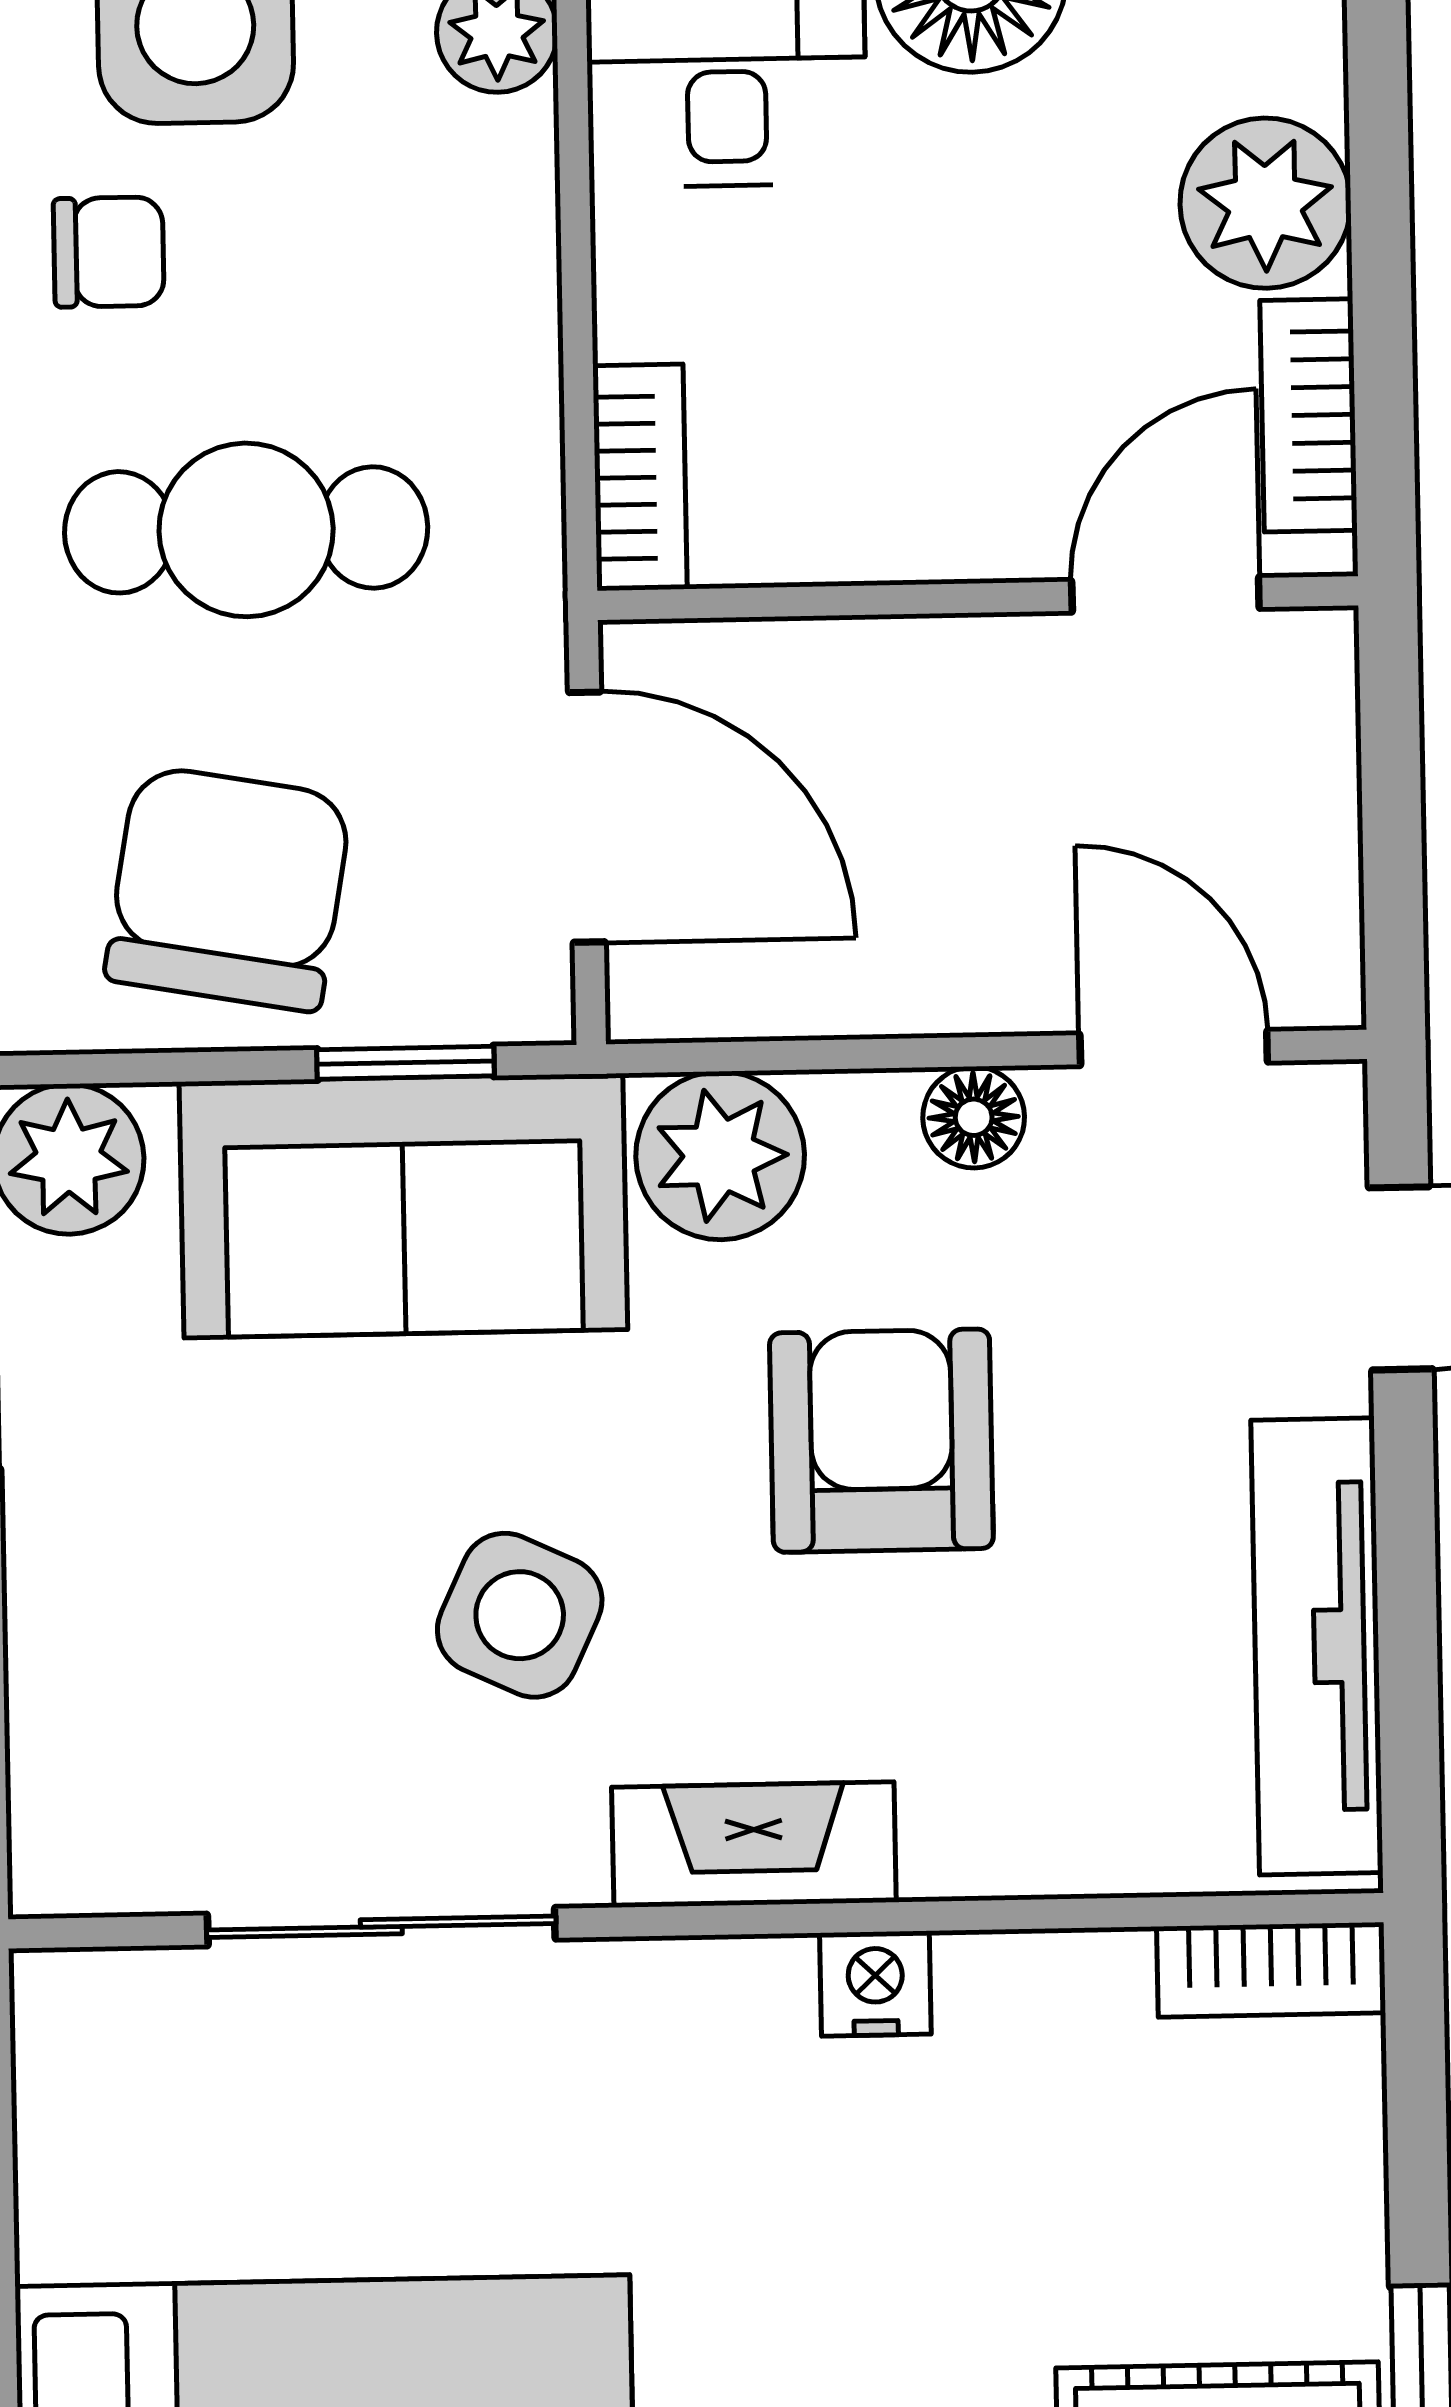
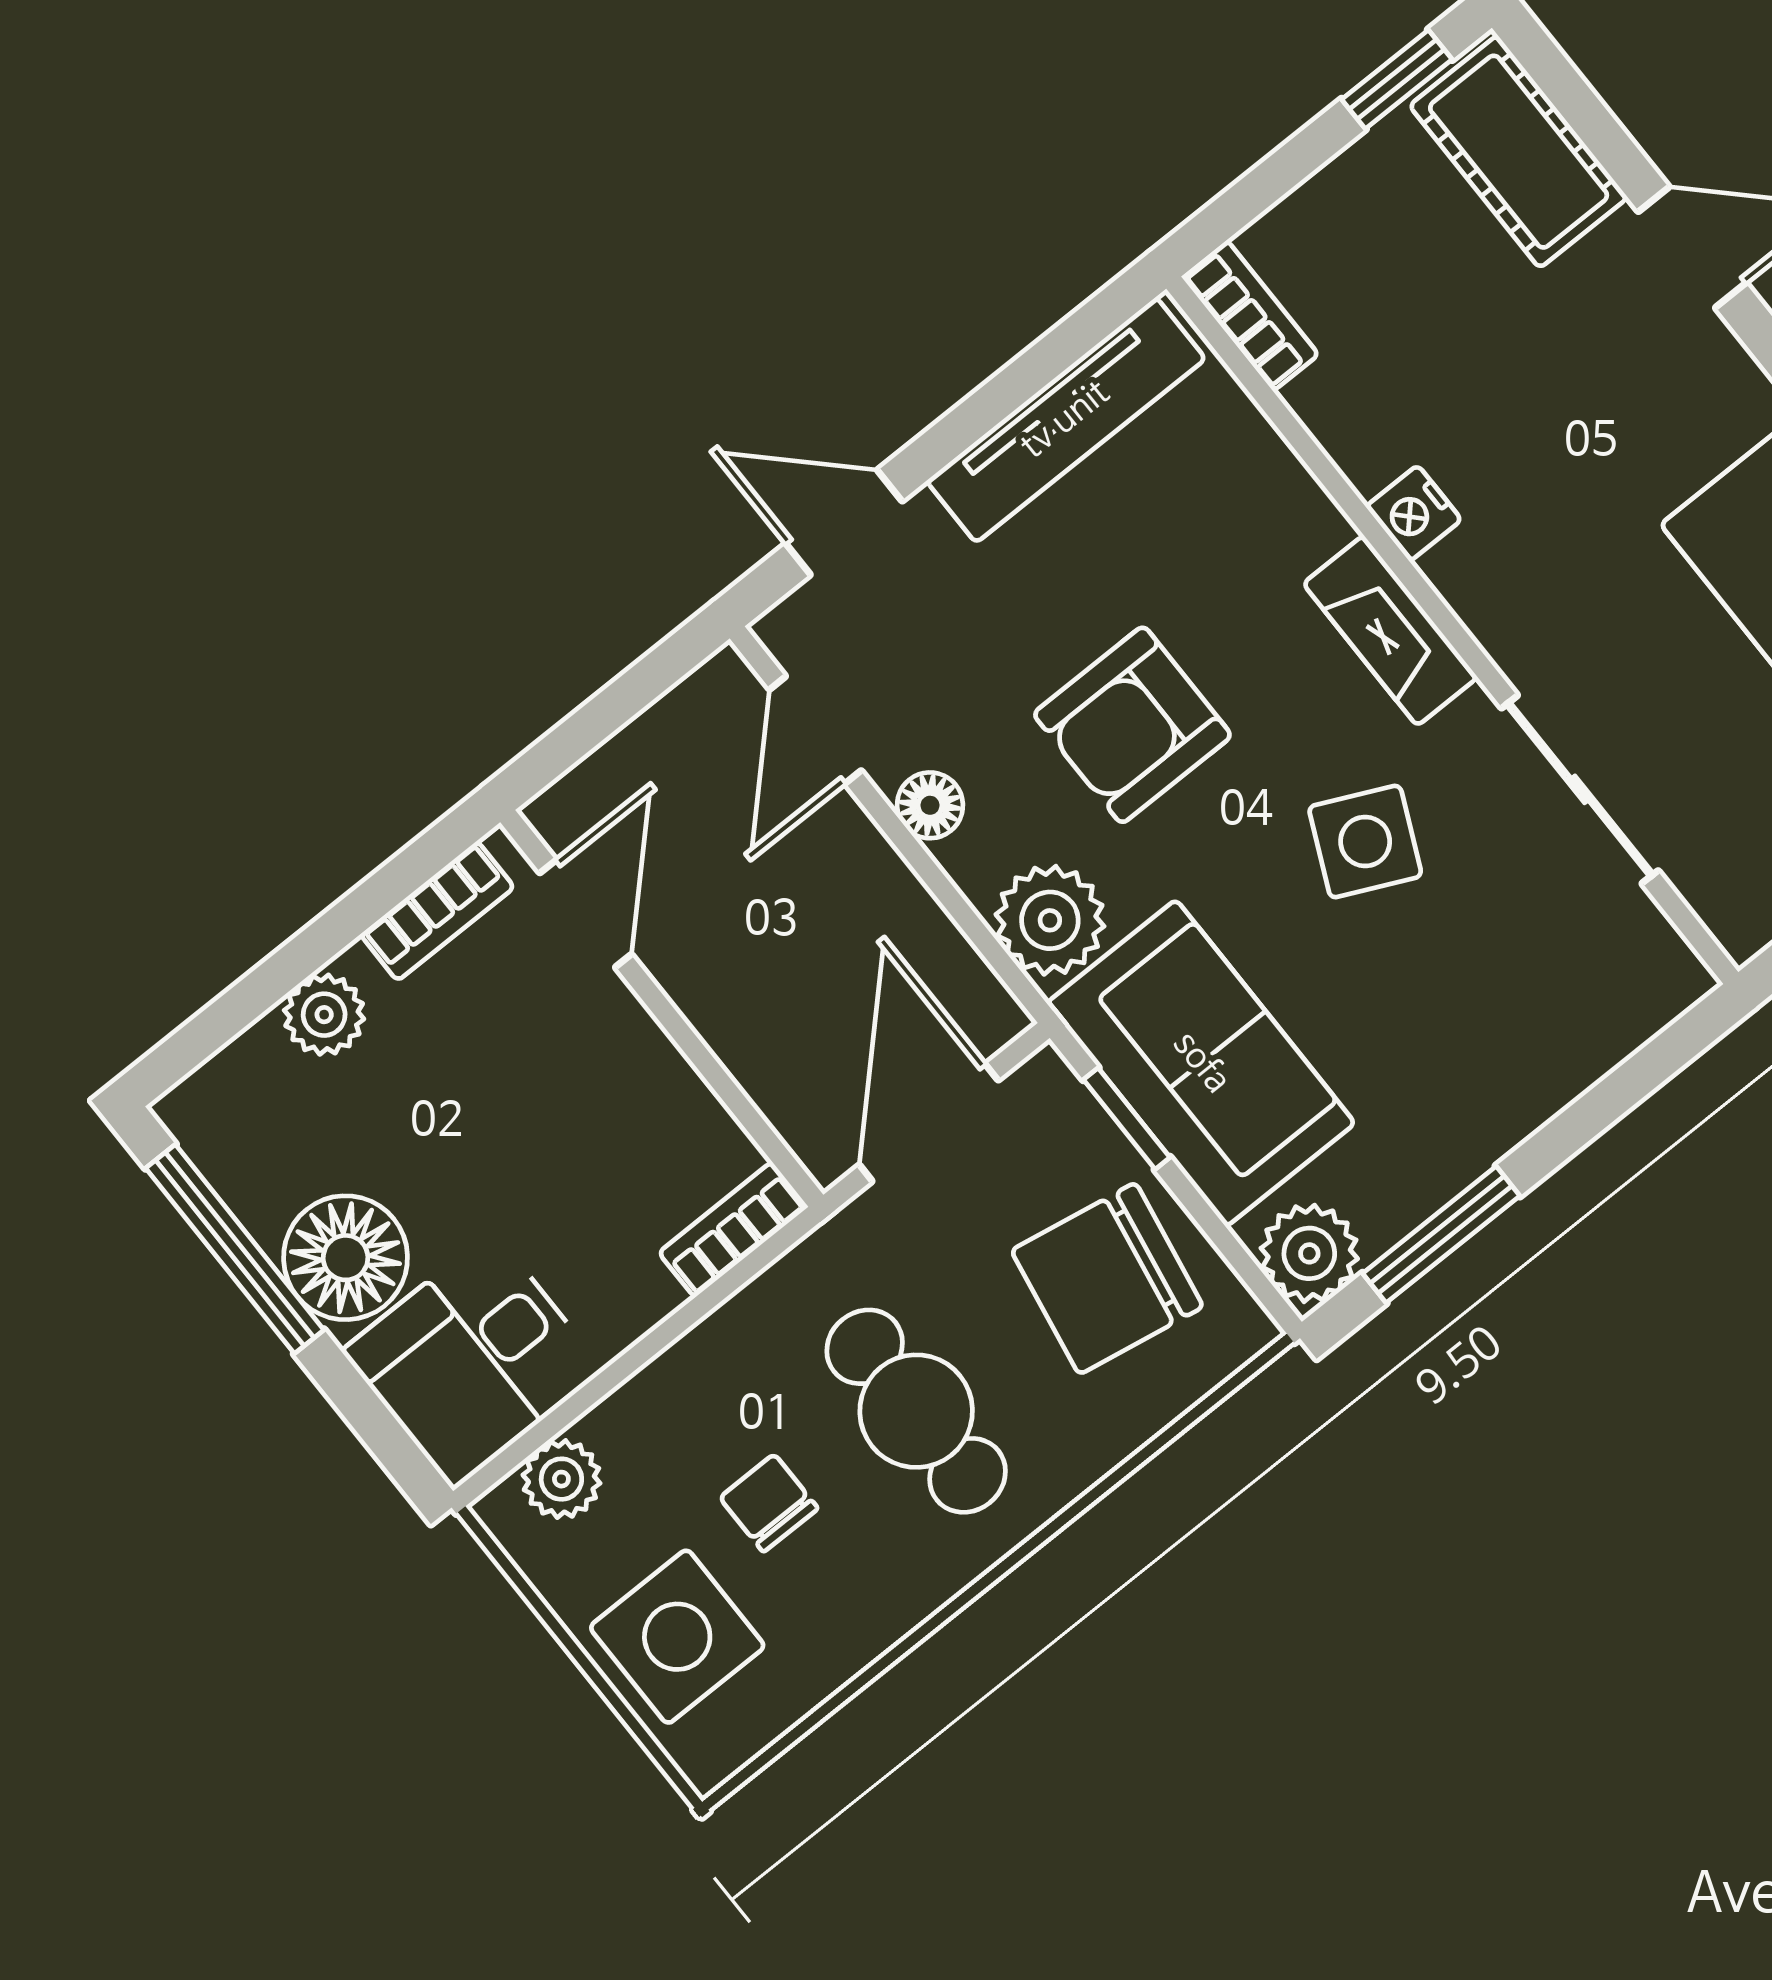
plant: (1265, 203) -> (324, 1015), width x0.73, depth x0.73
chair: (109, 252) -> (769, 1503), moved
door: (1165, 594) -> (586, 914), swing flipped

